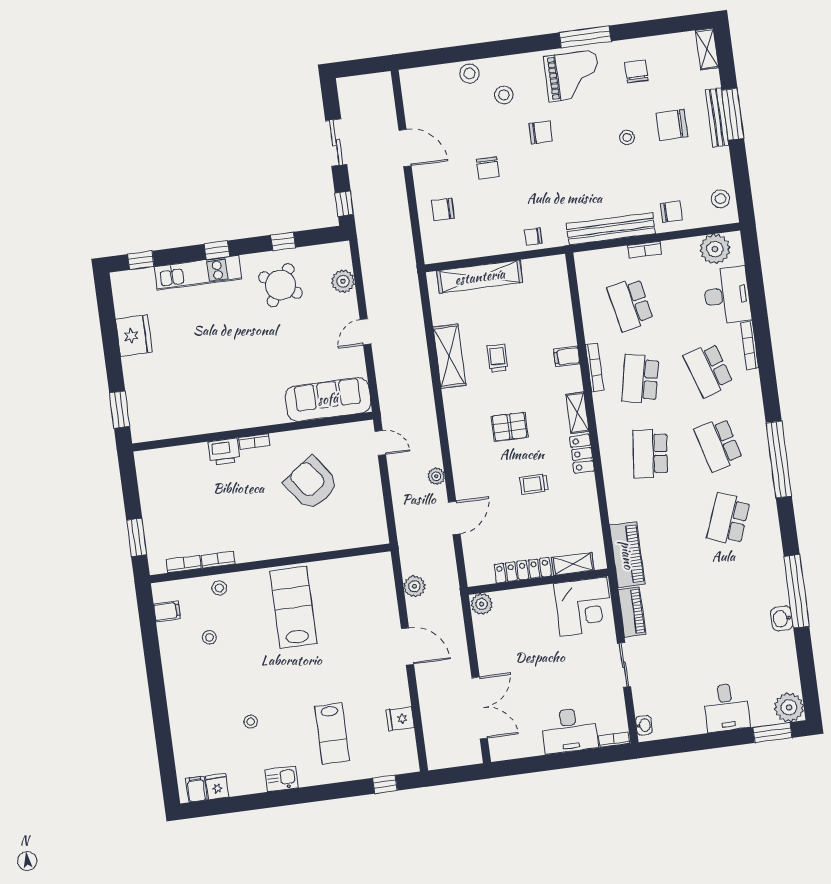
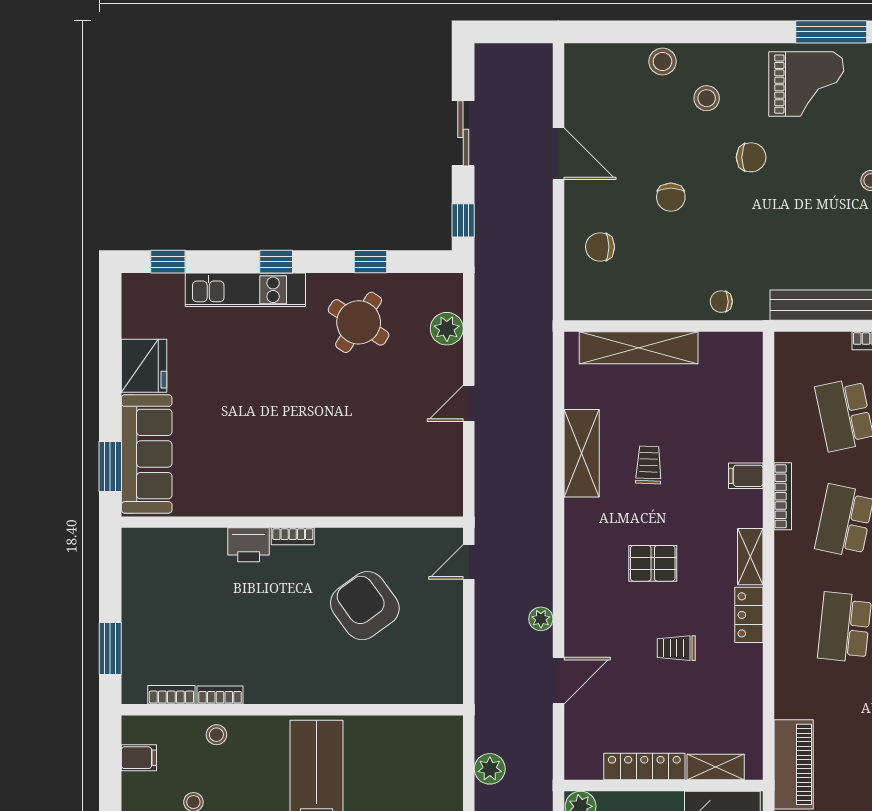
sofa: (328, 399) -> (147, 454), moved, turned 90
door: (380, 443) -> (469, 562), swing flipped

